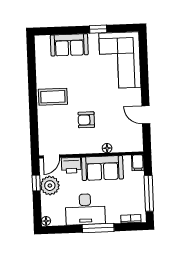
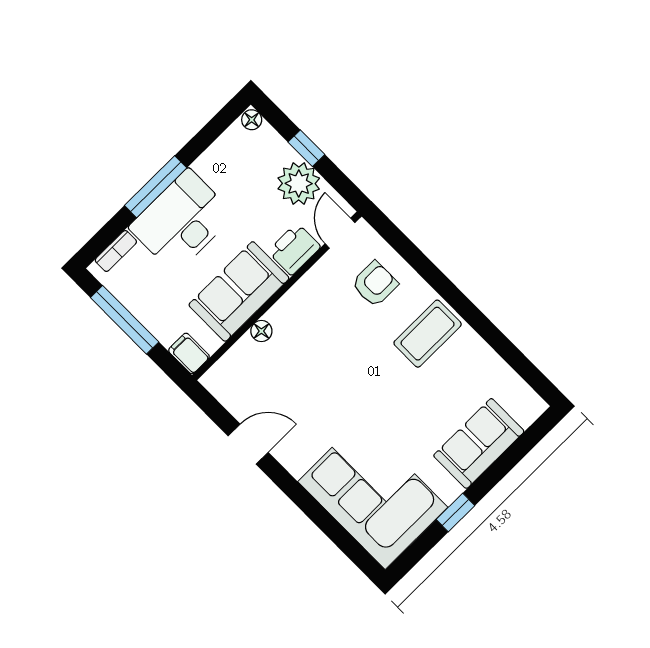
armchair: (86, 120) -> (375, 284), moved
window: (36, 183) -> (306, 148), moved
desk: (85, 209) -> (182, 221), moved

